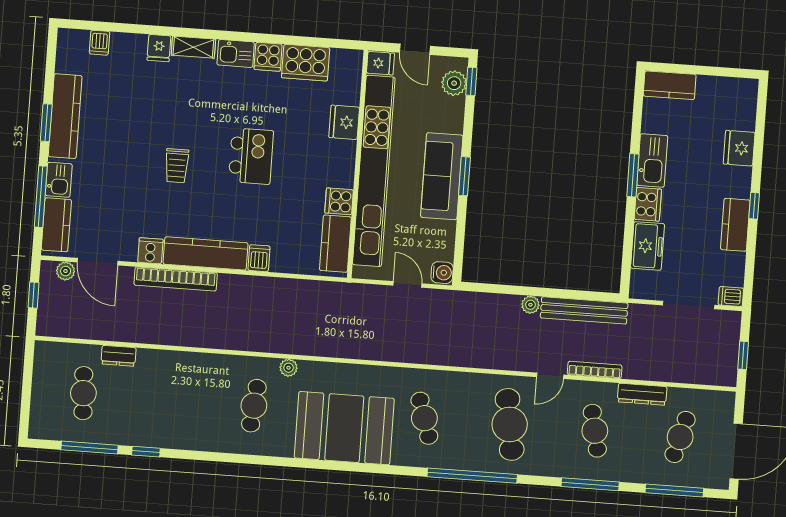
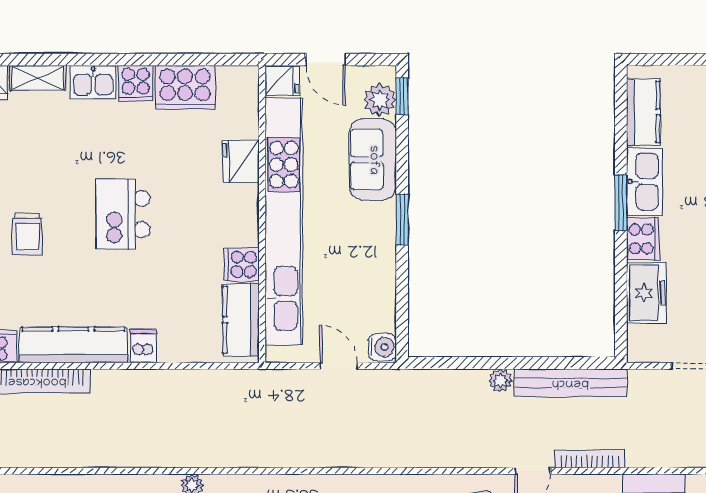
kitchen counter: (670, 85) -> (643, 112), moved, turned -90
kitchen island: (251, 156) -> (123, 214), turned 180
sofa: (442, 176) -> (373, 160), moved, width x0.73

